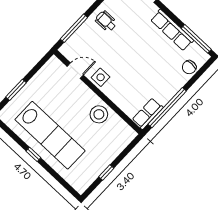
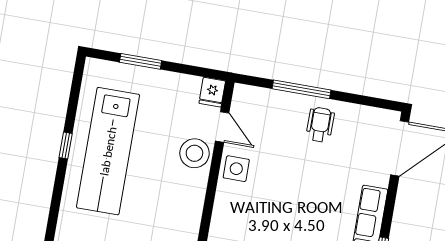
window: (74, 28) -> (302, 89), moved
fridge: (55, 64) -> (212, 92), added
stool: (99, 114) -> (194, 153), moved

